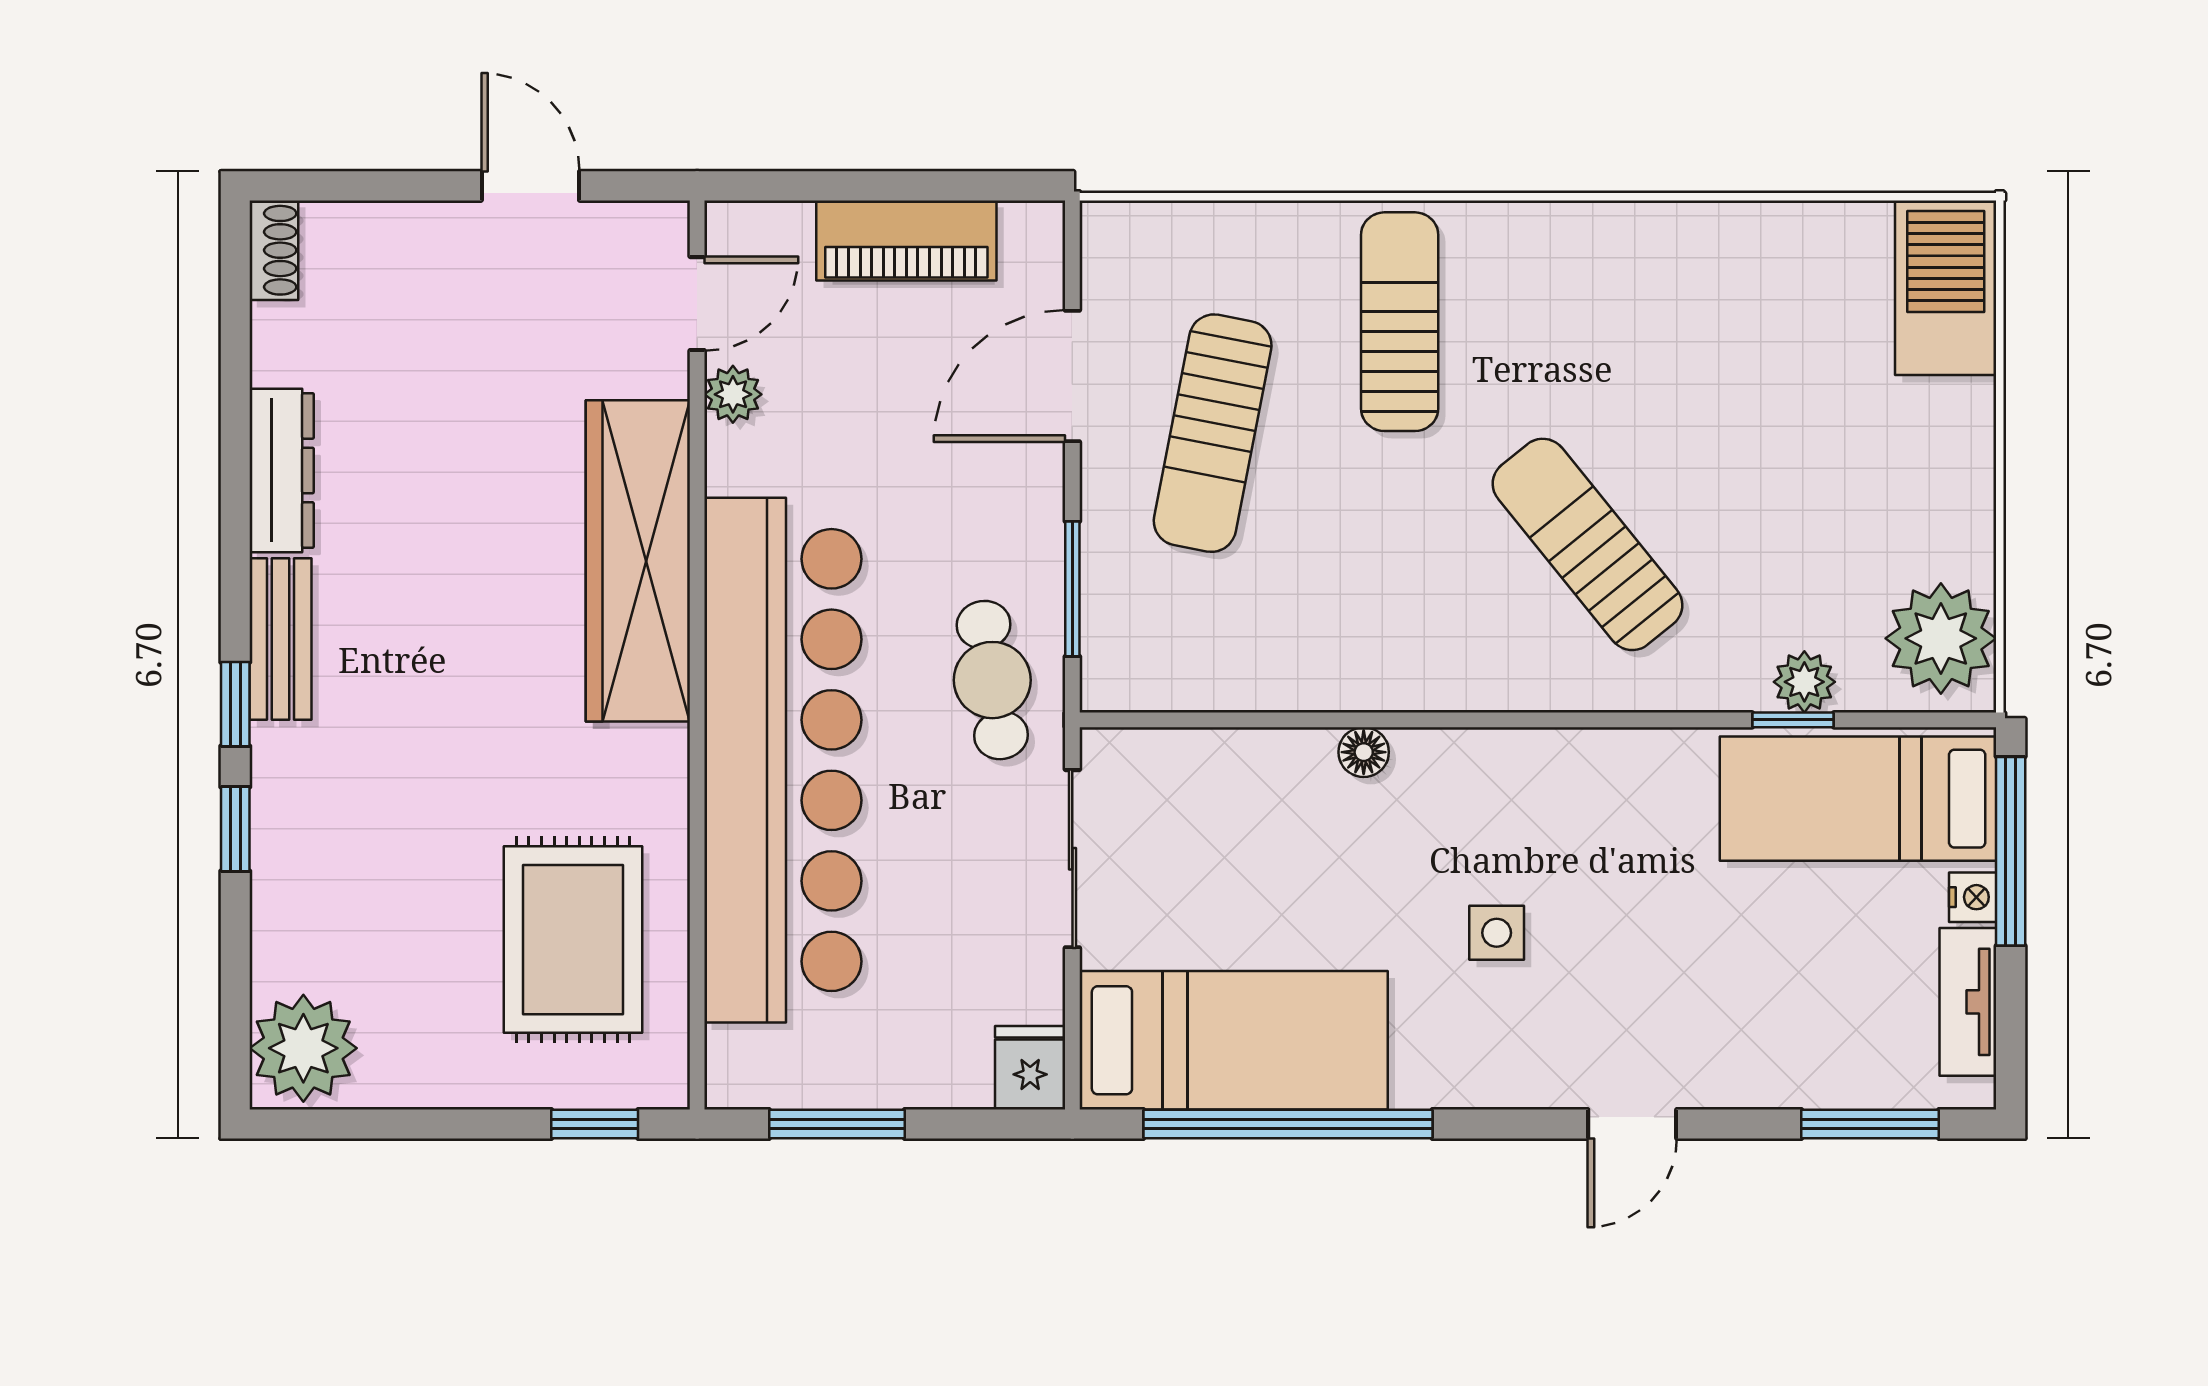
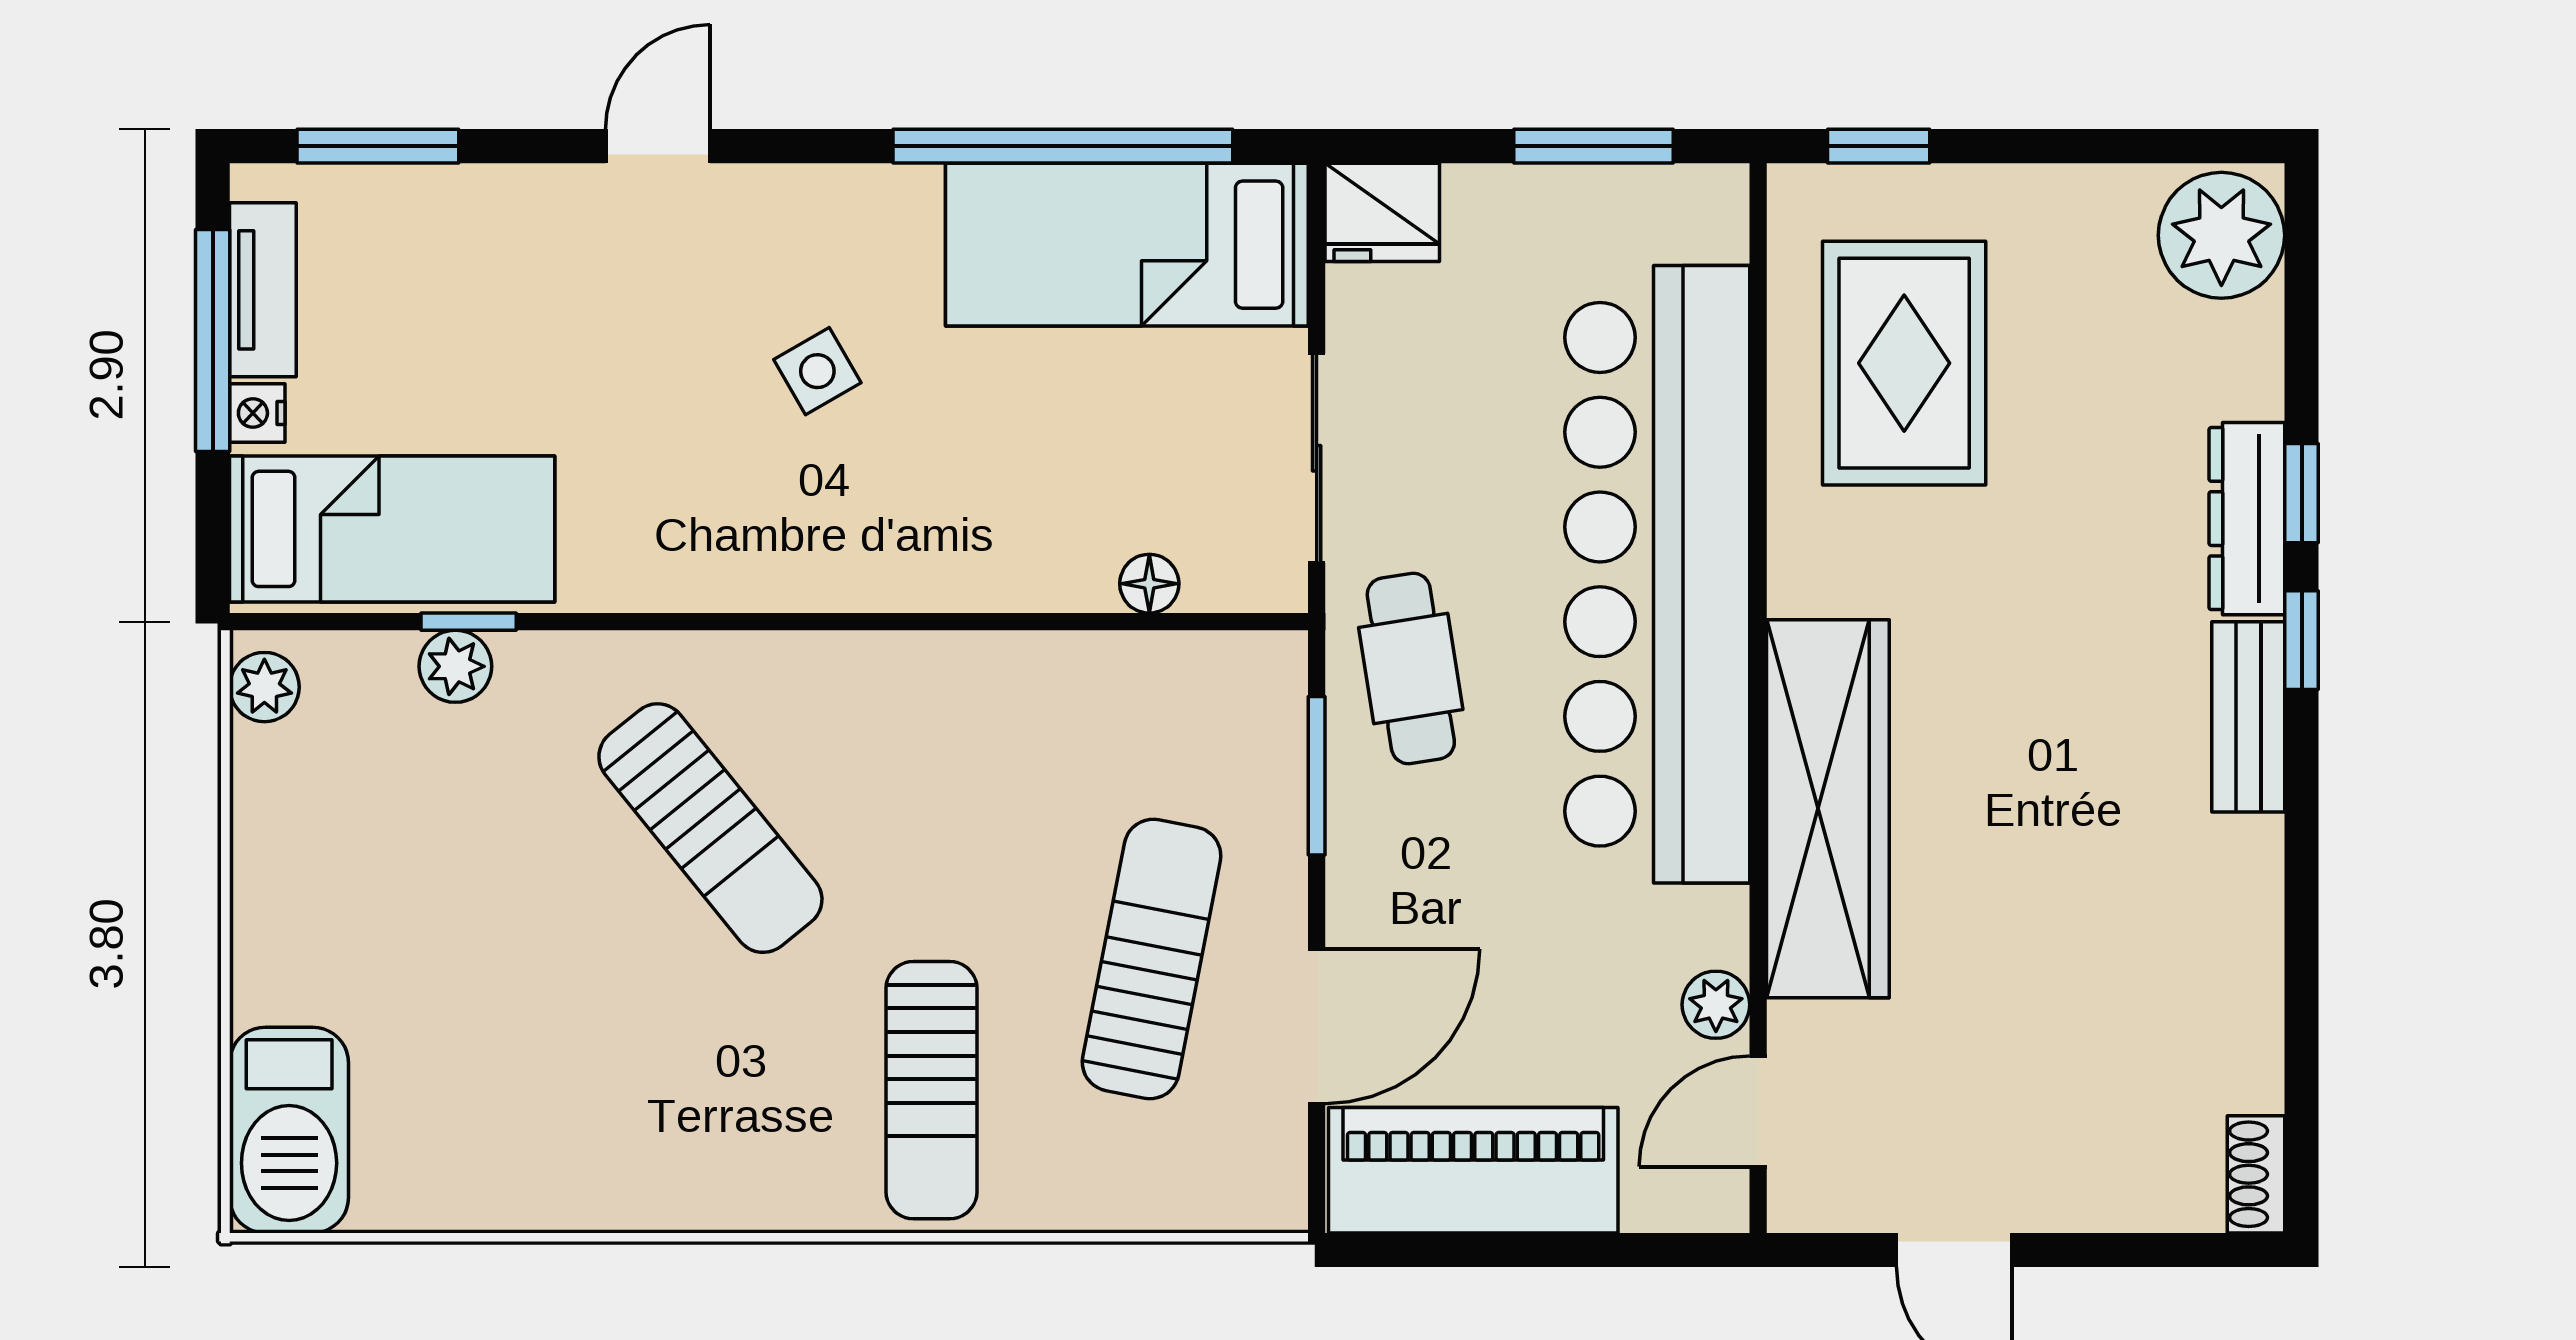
piano: (906, 240) -> (1473, 1170), width x1.37, depth x1.33
dresser: (282, 470) -> (2247, 519), moved
plant: (1941, 638) -> (264, 687), width x0.53, depth x0.53
floor lamp: (1364, 752) -> (1149, 584), moved
window: (2011, 851) -> (213, 340), moved
side table: (1497, 933) -> (817, 371), turned -30
fridge: (1030, 1068) -> (1382, 212), width x1.38

